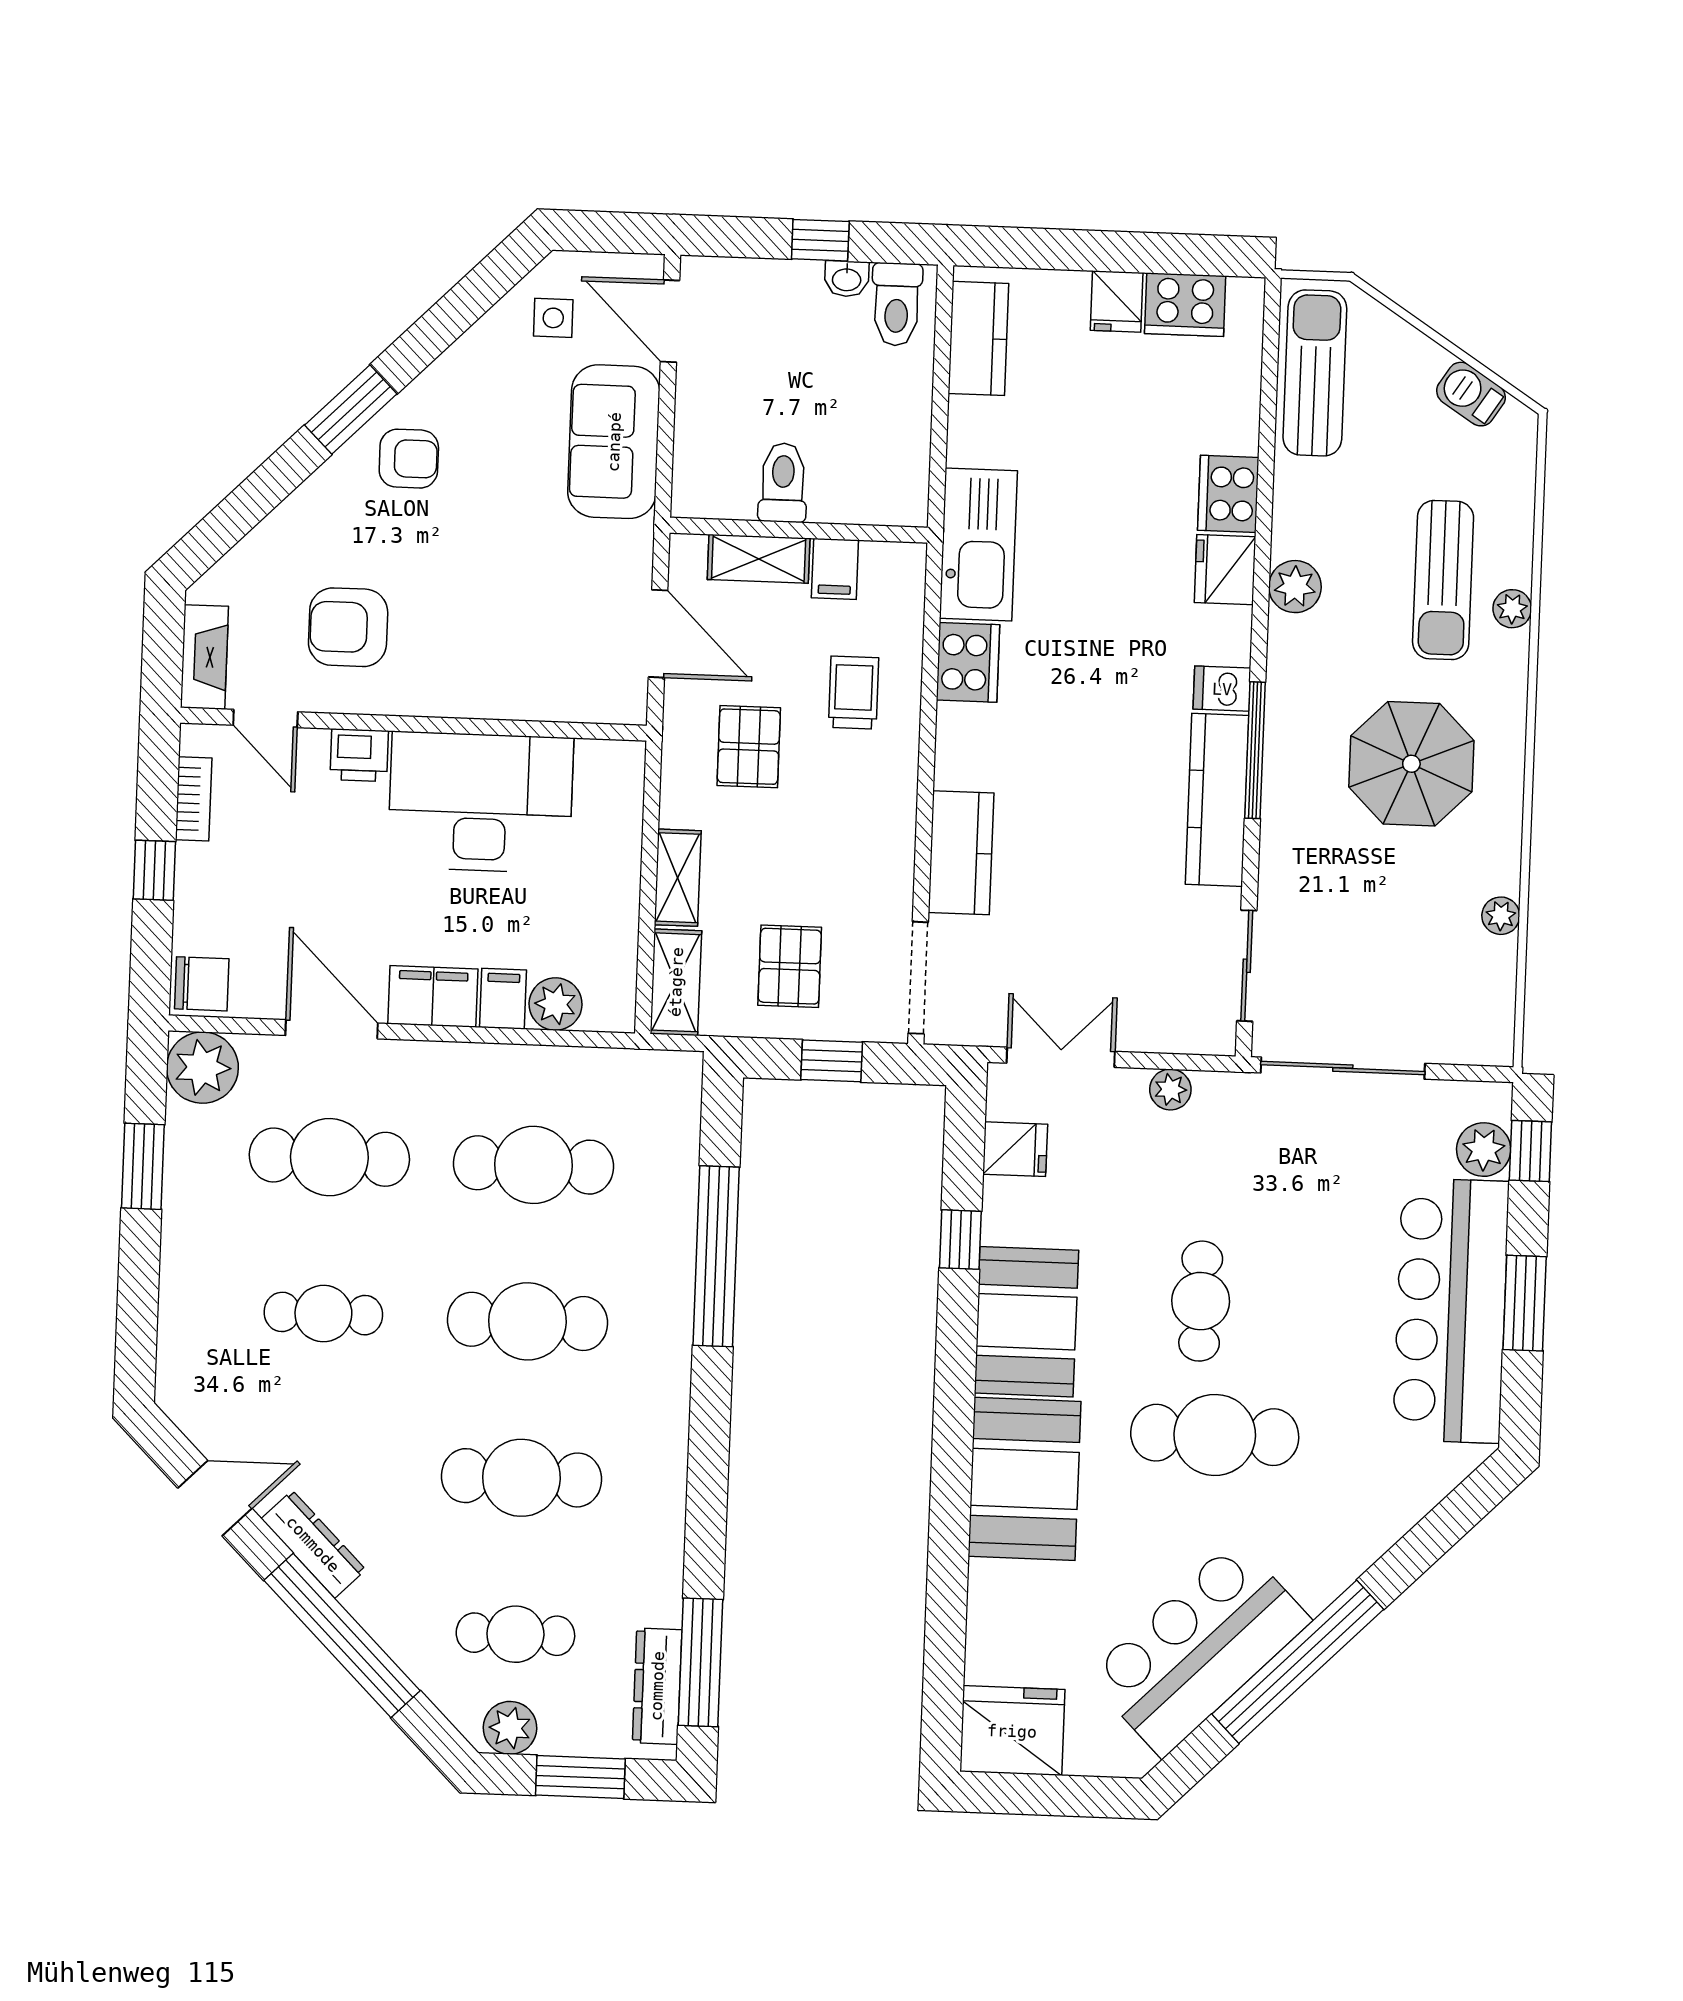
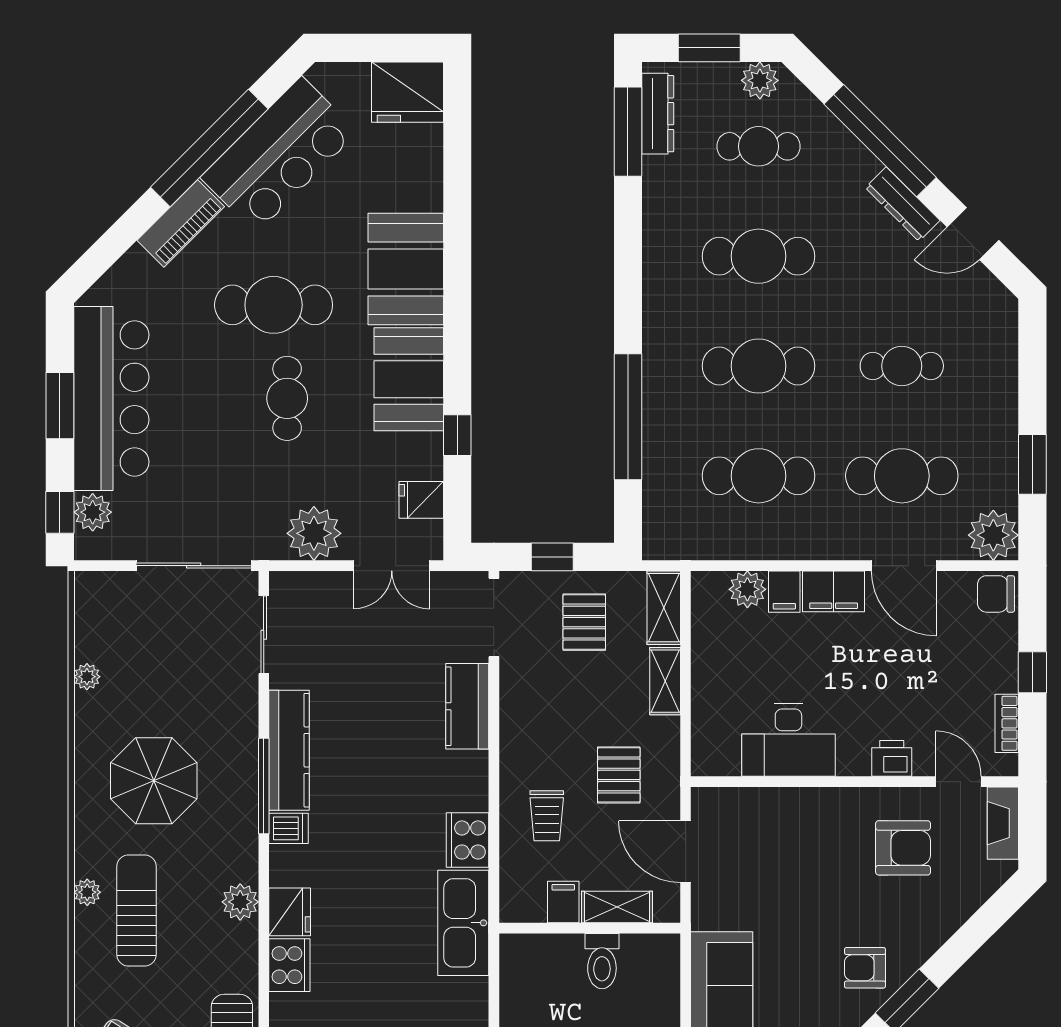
desk: (480, 802) -> (788, 740), width x0.73, depth x0.77
plant: (1170, 1089) -> (314, 533), width x1.88, depth x1.88
piano: (1342, 1556) -> (181, 223), added

